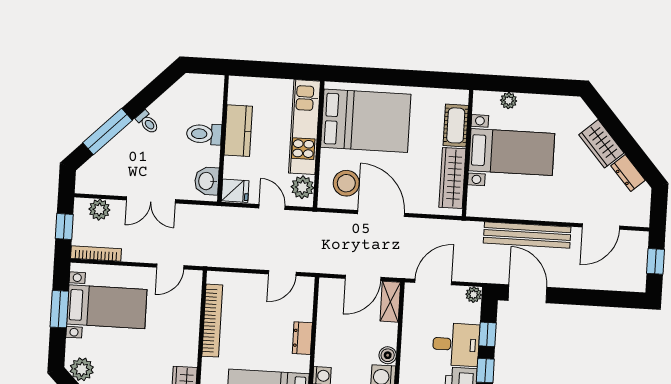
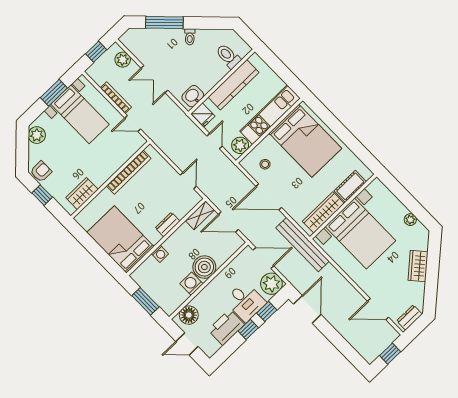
plant: (509, 101) -> (410, 220), moved
kitchen counter: (238, 131) -> (233, 85), width x1.50
toilet: (204, 134) -> (228, 56), moved
bed with nightstands: (512, 152) -> (360, 234), width x1.36
dresser: (628, 173) -> (409, 317), moved, turned 41
stool: (346, 183) -> (265, 164), width x0.53, depth x0.53
door: (381, 213) -> (269, 197), swing flipped
bench: (527, 235) -> (302, 244), moved
bookcase: (96, 254) -> (116, 98), moved
door: (282, 273) -> (188, 181), swing flipped
plant: (474, 295) -> (271, 284), width x1.88, depth x1.88
shelving: (390, 302) -> (200, 215), moved
boiler: (388, 355) -> (204, 267), width x1.86, depth x1.86

